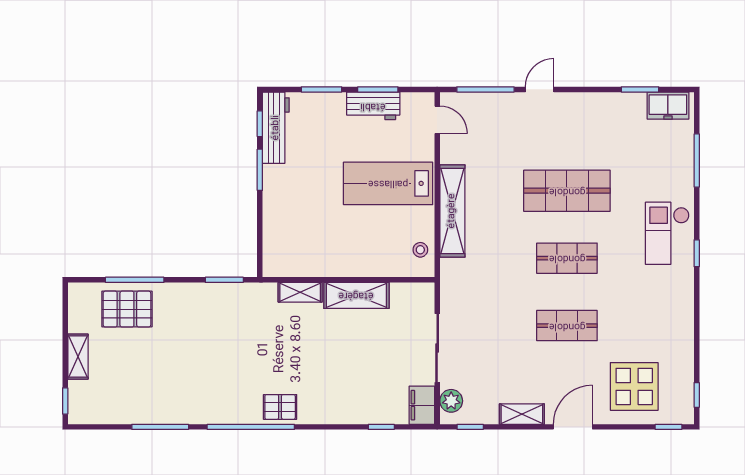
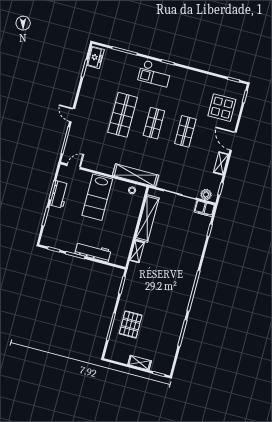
workbench: (276, 128) -> (93, 252), moved
shelving: (452, 211) -> (135, 175), moved
shelving: (356, 295) -> (147, 219), width x1.47
pallet: (127, 309) -> (131, 324), moved
pallet: (280, 407) -> (188, 275), removed

